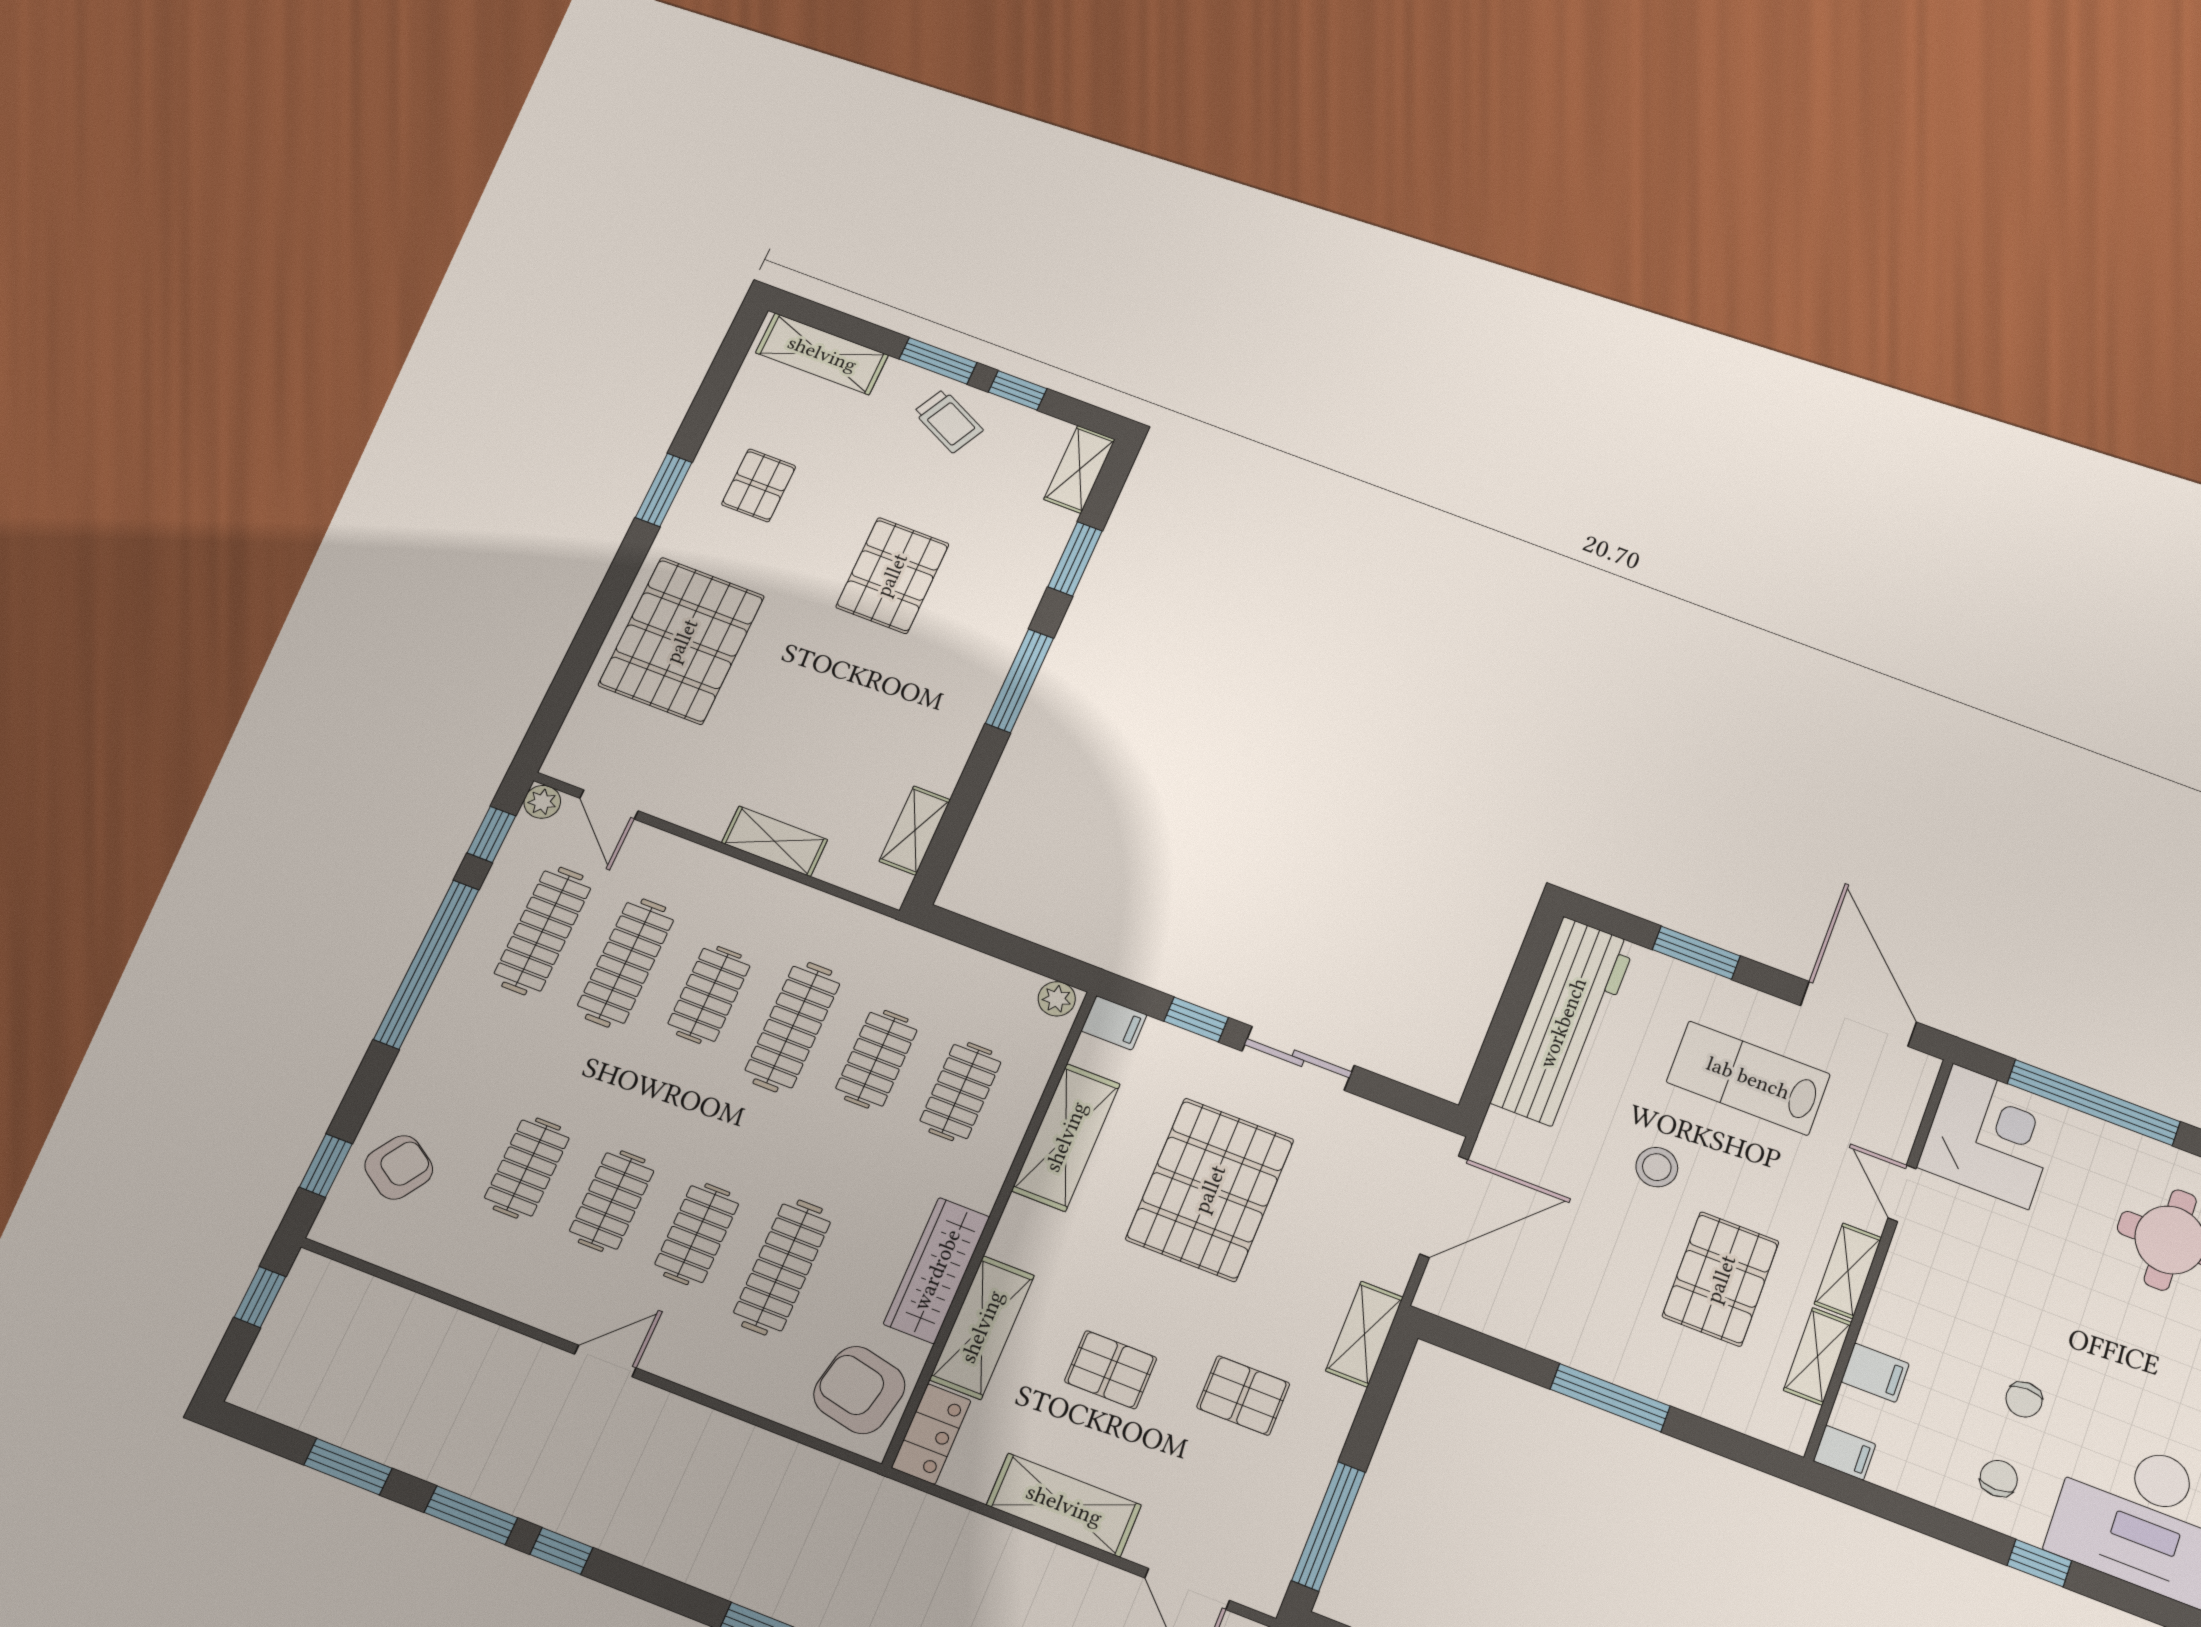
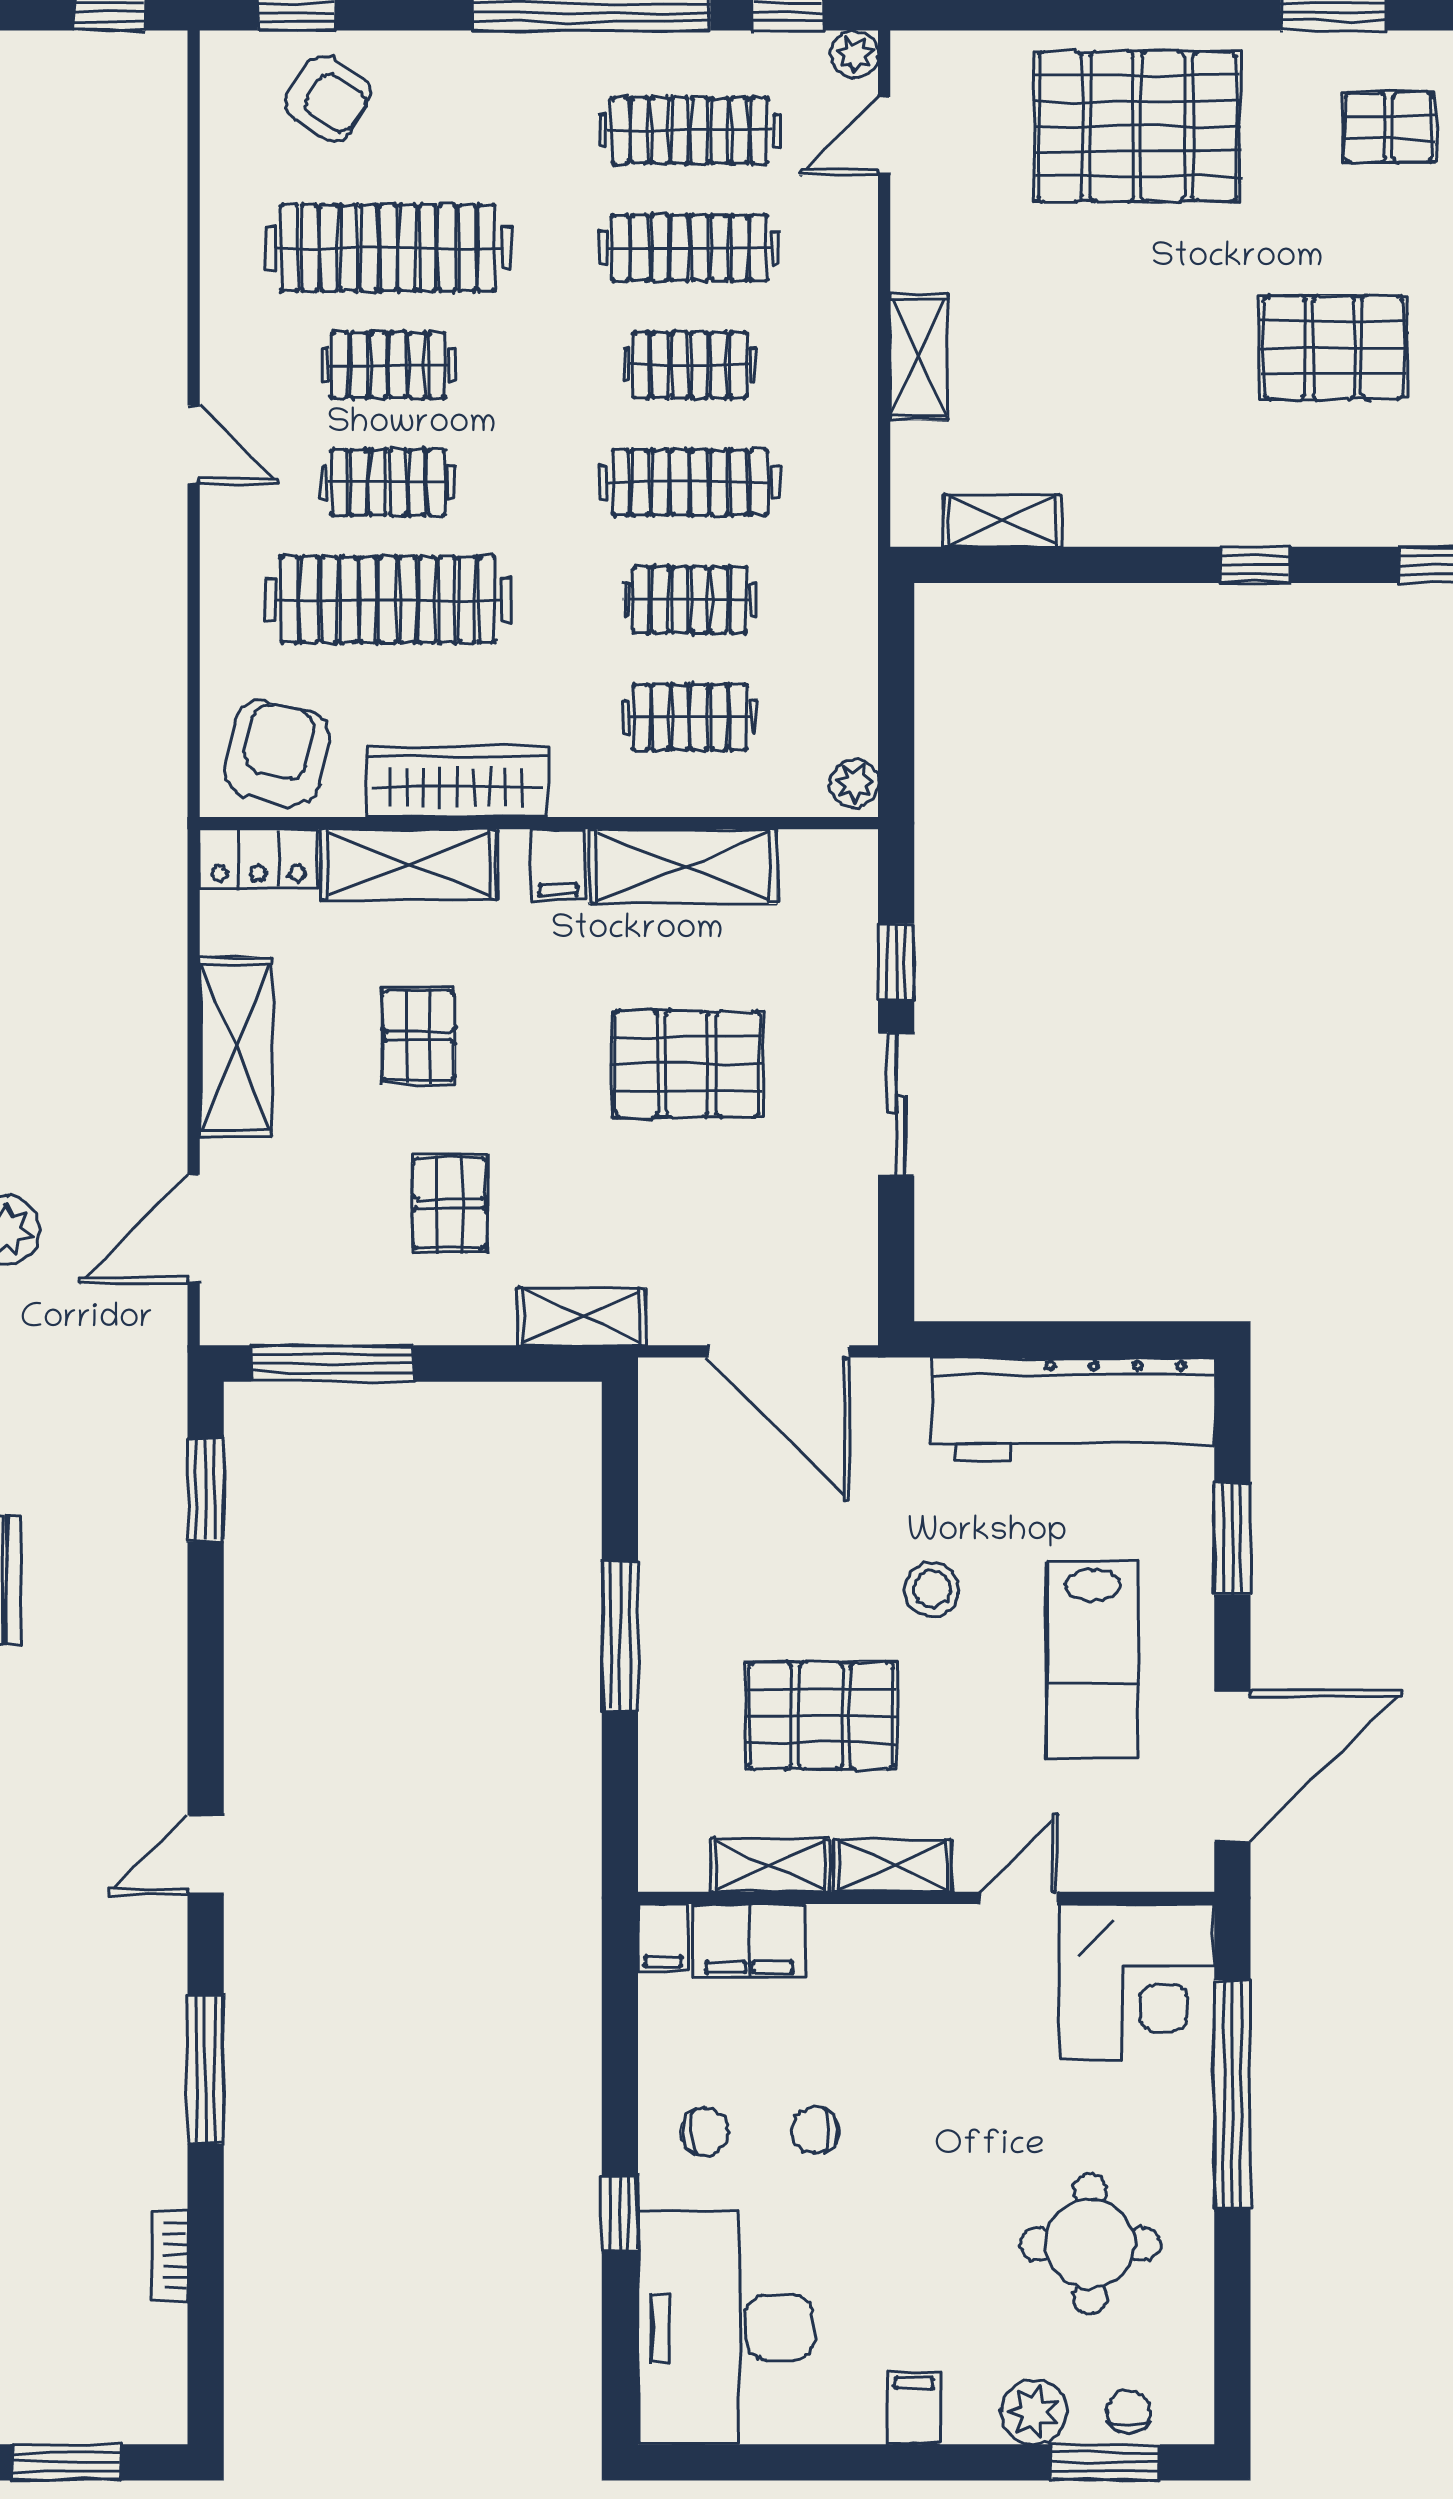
window: (1020, 681) -> (1255, 565), width x0.46
filing cabinet: (1114, 1023) -> (558, 865), moved
lab bench: (1748, 1078) -> (1093, 1660), turned 180
clothes rail: (527, 1168) -> (388, 248), width x1.86, depth x1.31
pallet: (1210, 1189) -> (687, 1064), width x0.73, depth x0.71
clothes rail: (782, 1267) -> (388, 600), width x1.37, depth x1.31
filing cabinet: (1875, 1373) -> (749, 1941), width x2.00

